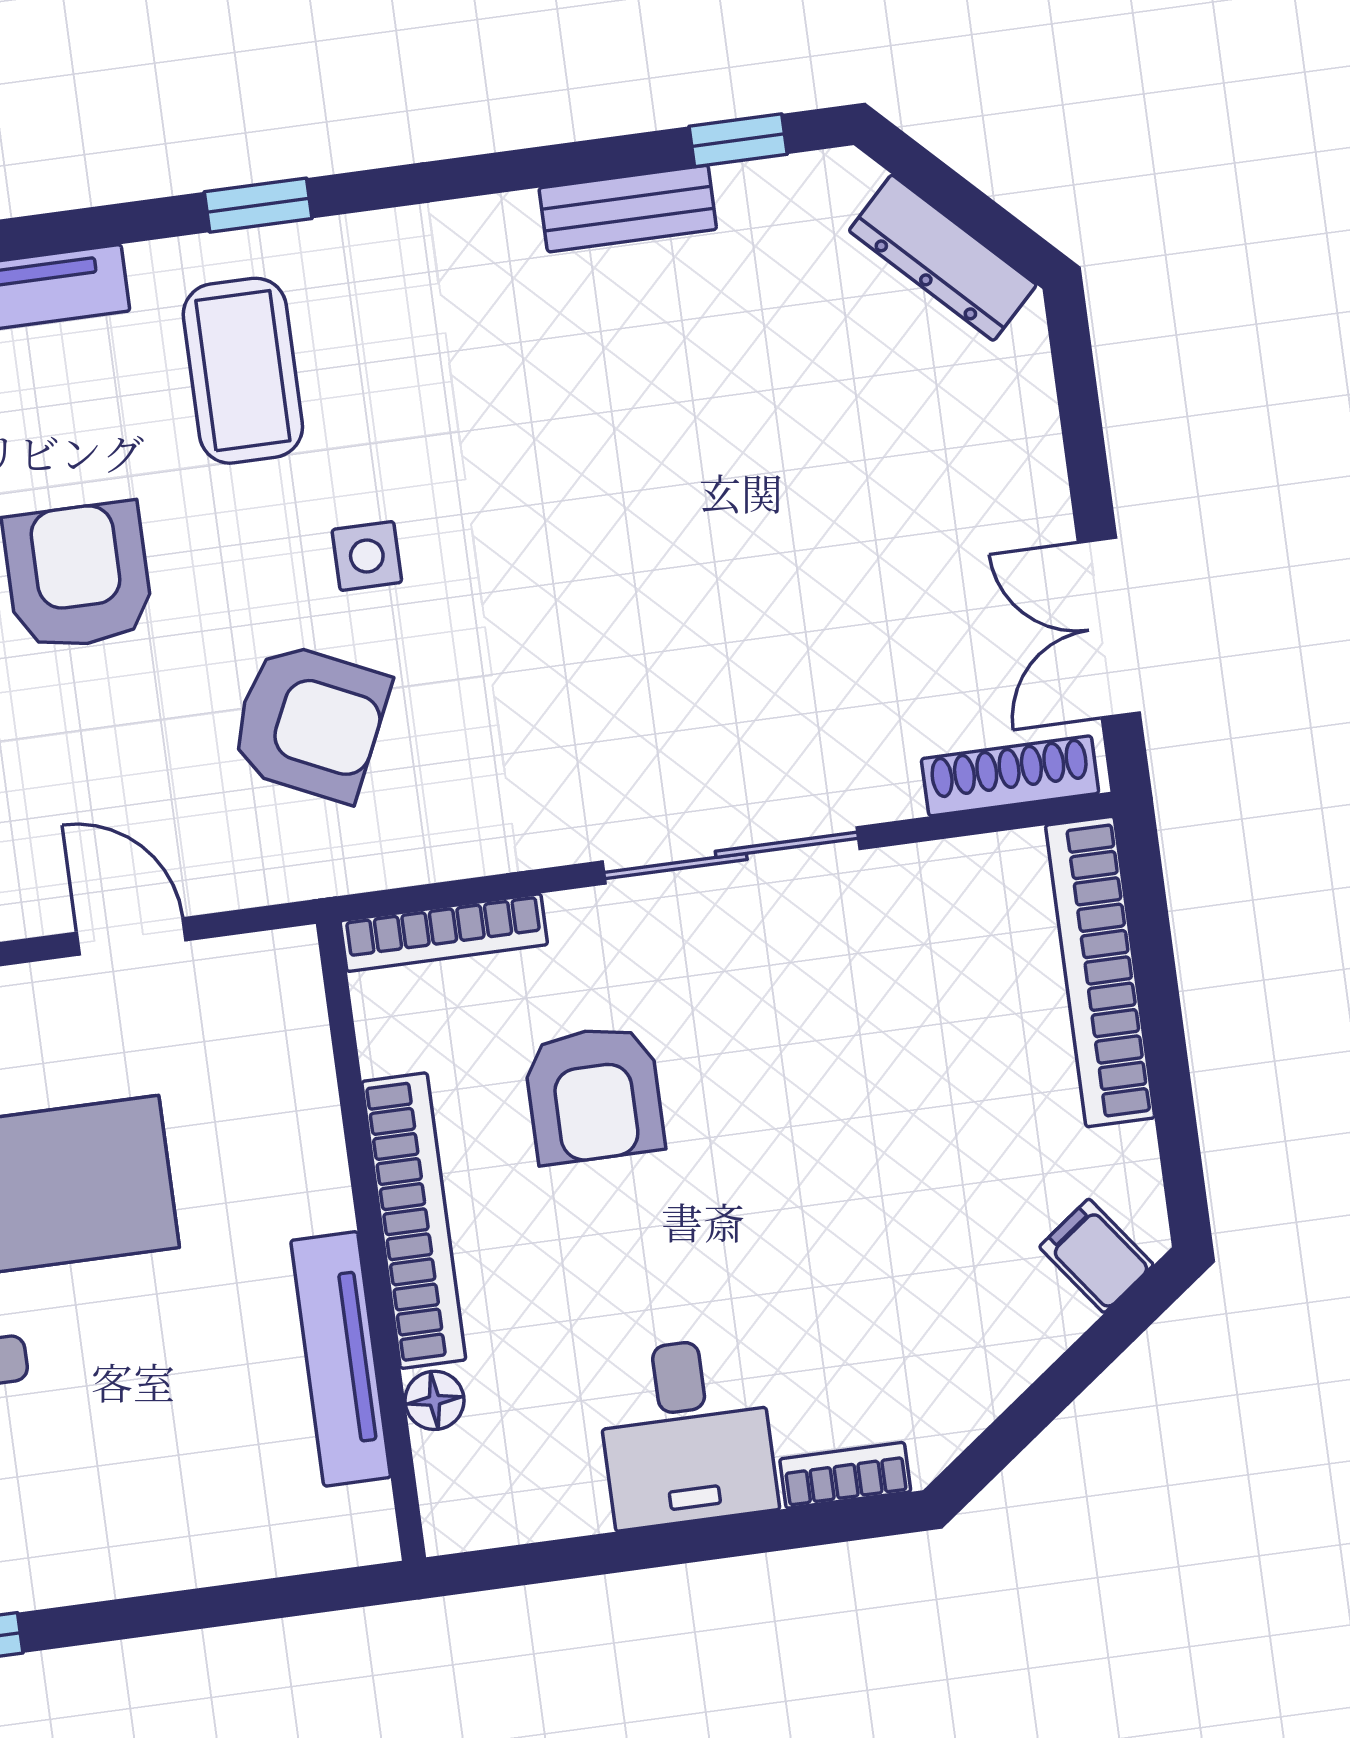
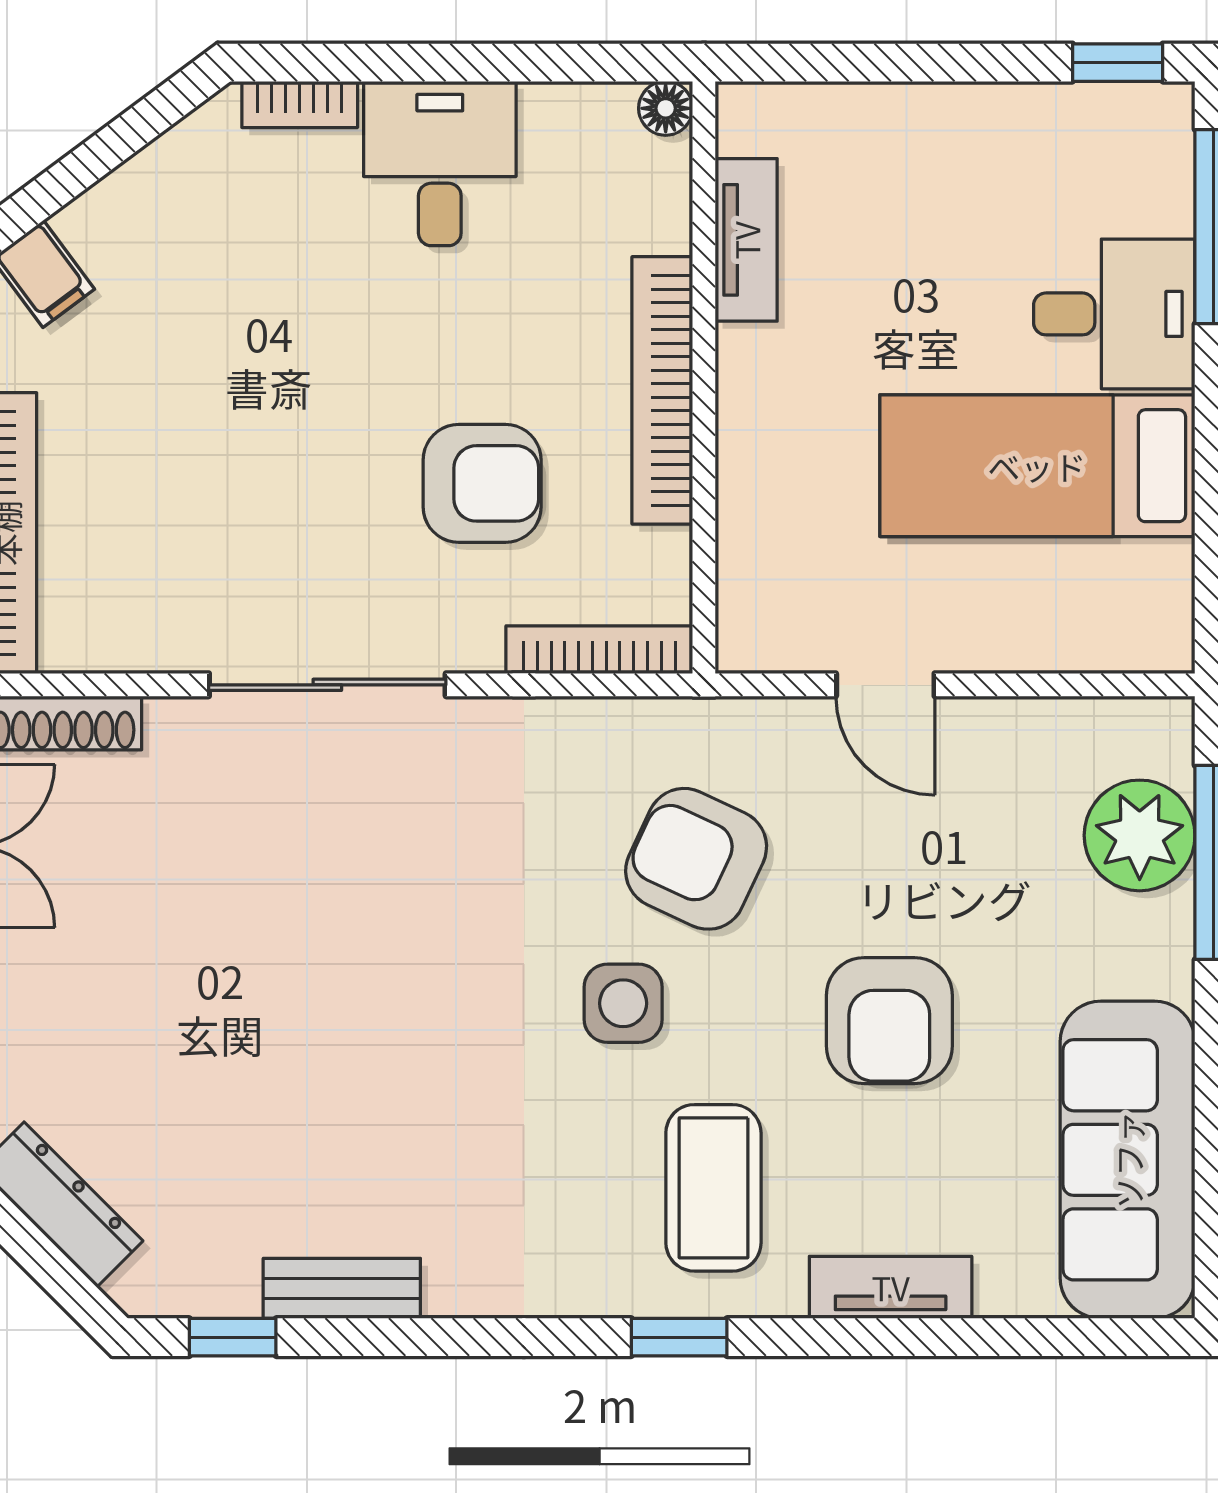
side table: (367, 556) -> (623, 1003), width x1.37, depth x1.37
armchair: (594, 1094) -> (482, 483), turned 90
tv unit: (341, 1359) -> (746, 240), width x0.71
floor lamp: (434, 1400) -> (666, 108), moved

